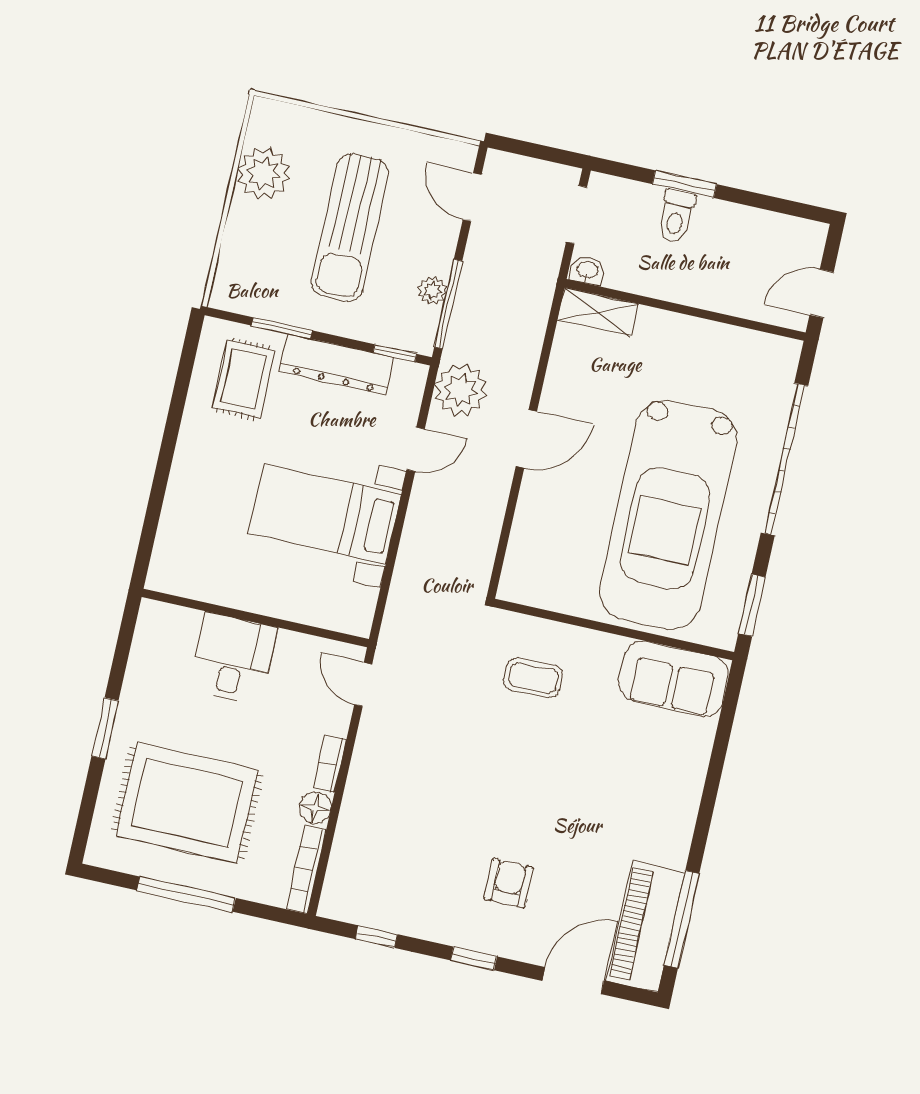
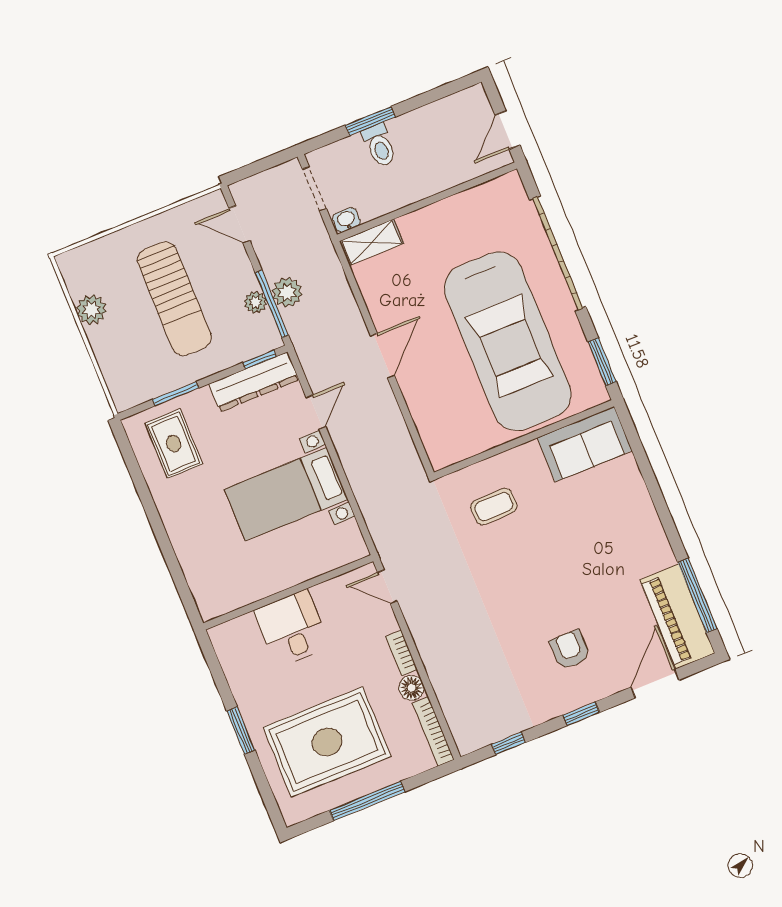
plant: (264, 173) -> (91, 310), width x0.73, depth x0.73
dresser: (337, 365) -> (254, 382), moved
plant: (461, 390) -> (287, 292), moved, width x0.73, depth x0.73

